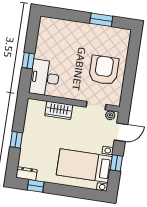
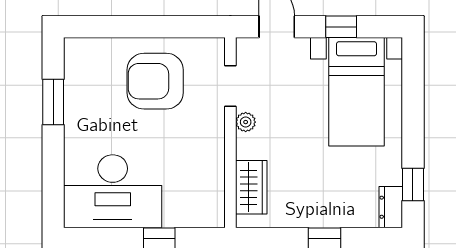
desk: (45, 78) -> (113, 191), moved, width x1.36, depth x1.30
wardrobe: (59, 110) -> (251, 187), moved
plant: (110, 115) -> (246, 122), moved

